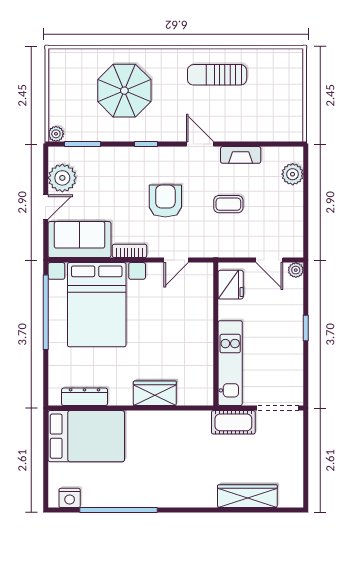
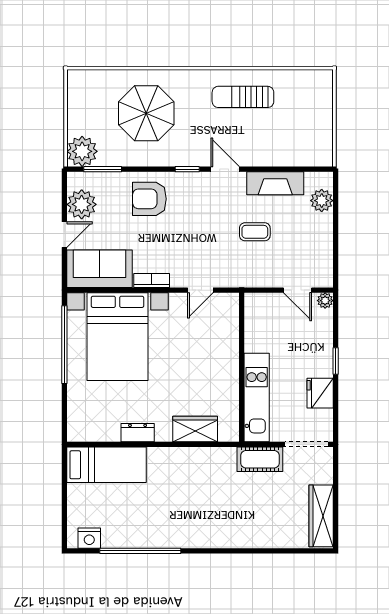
plant: (56, 134) -> (82, 151), width x1.87, depth x1.87
window: (146, 144) -> (187, 169), moved
fireplace: (241, 155) -> (275, 183), width x1.37, depth x1.32
armchair: (165, 201) -> (149, 199), moved, turned -90
fridge: (231, 285) -> (320, 393), moved, turned 180
wardrobe: (155, 393) -> (195, 429), moved
dresser: (85, 397) -> (138, 433), moved, width x0.70
bed: (86, 436) -> (107, 465), width x0.67
wardrobe: (247, 496) -> (321, 516), moved, turned -90

